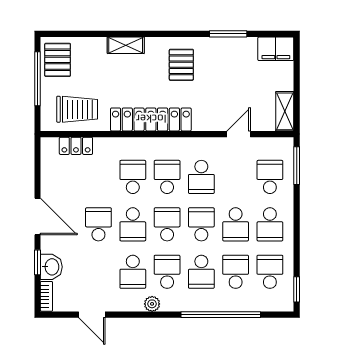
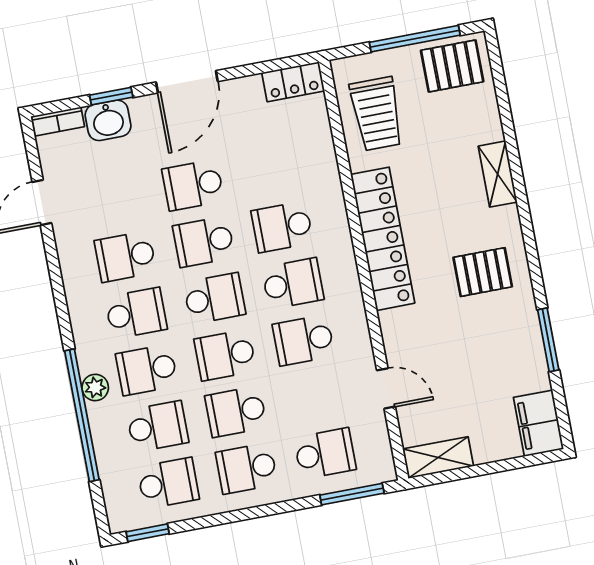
locker: (76, 146) -> (293, 82), moved, turned -90
school desk: (133, 177) -> (282, 227), turned 180
school desk: (98, 224) -> (193, 185), turned 180
school desk: (201, 224) -> (225, 355), turned 180
plant: (152, 304) -> (95, 387), moved

